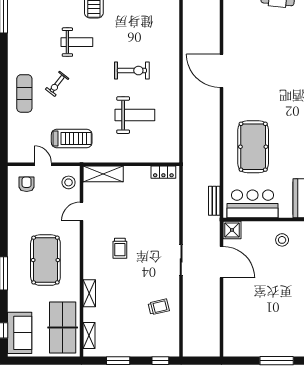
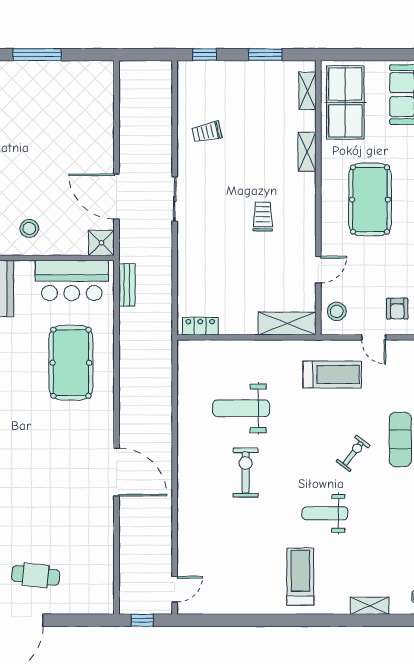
exercise bike: (132, 71) -> (246, 472), turned 90
treadmill: (72, 139) -> (332, 375), turned 180

